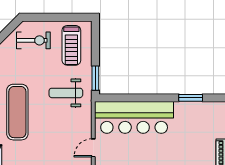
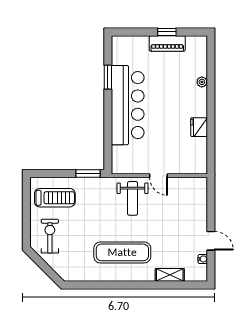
weight bench: (66, 93) -> (133, 198), moved
bar counter: (134, 117) -> (128, 105), moved

